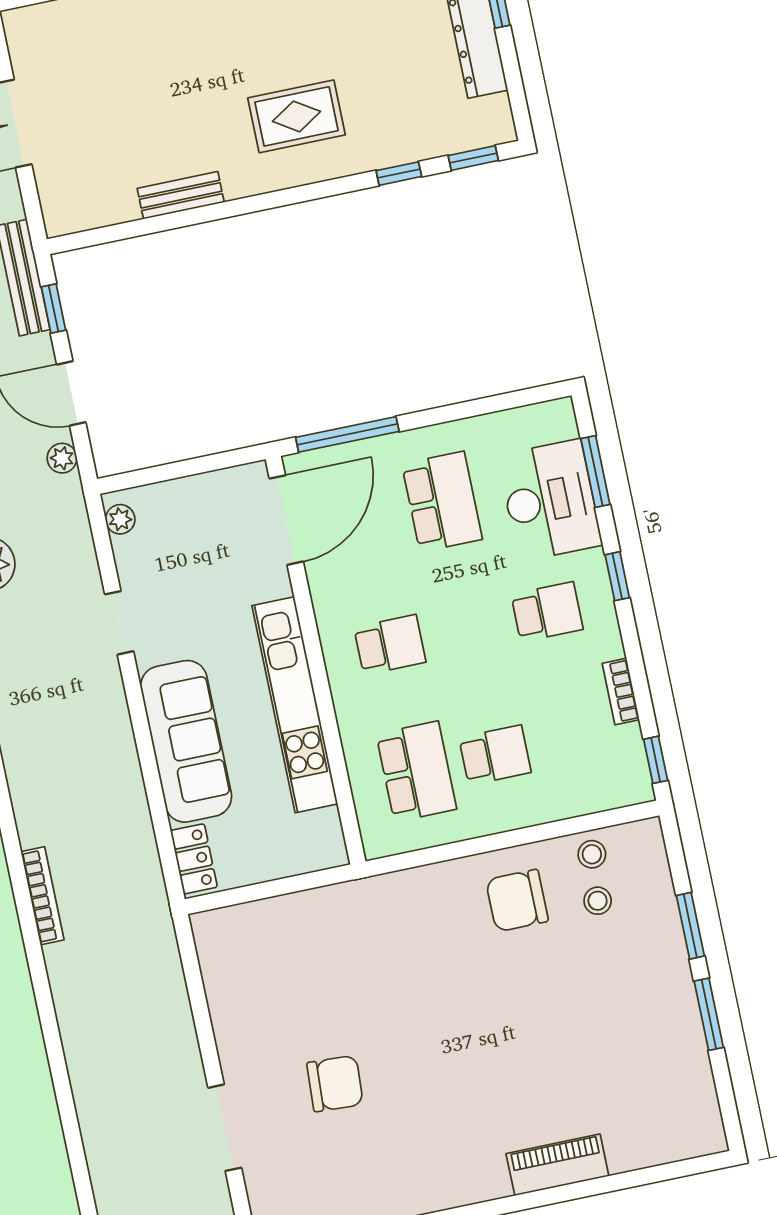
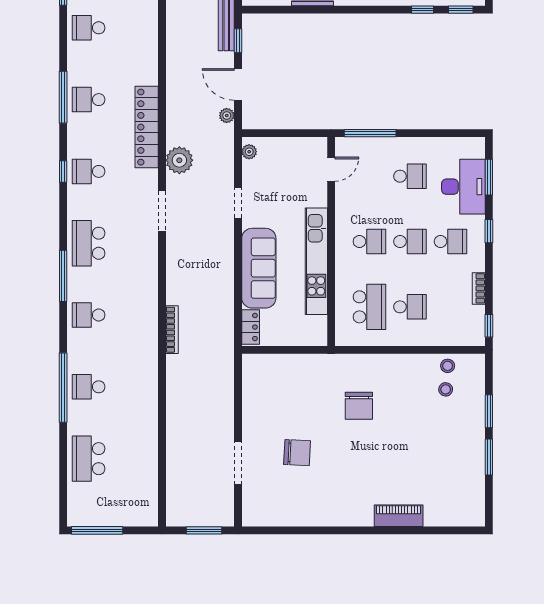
school desk: (442, 502) -> (410, 176), width x0.54
door: (286, 520) -> (331, 169), width x0.53
school desk: (469, 628) -> (410, 242), added
chair: (517, 900) -> (359, 406), moved, turned -90

